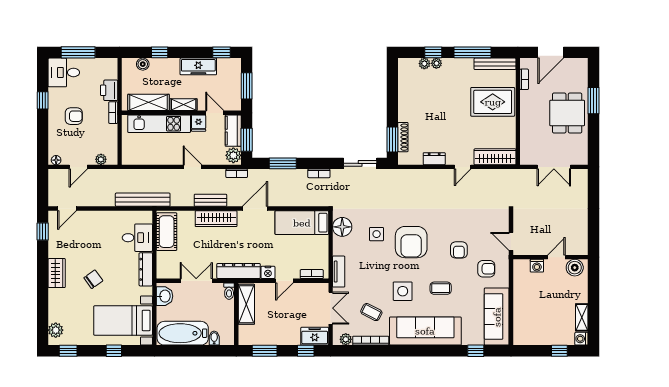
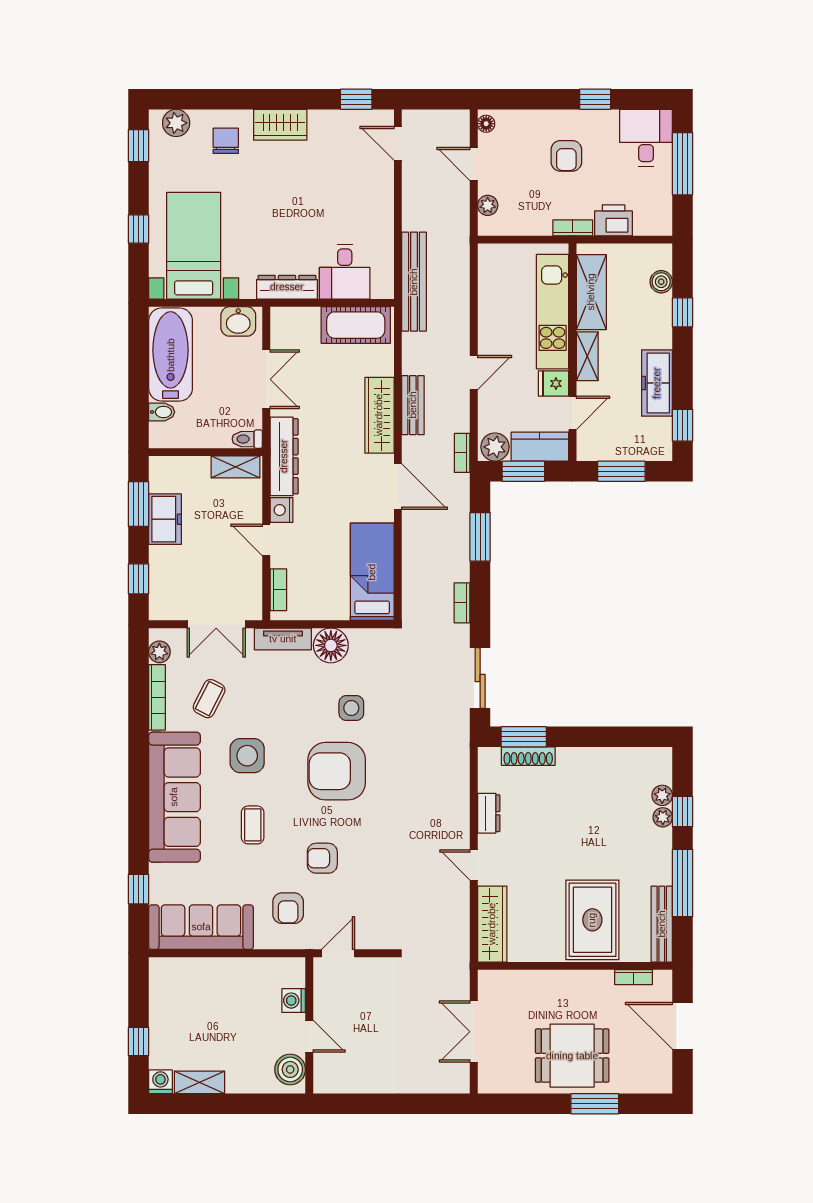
floor lamp: (342, 227) -> (331, 645), moved
chair: (93, 279) -> (226, 141), moved, turned -144
shelving: (246, 304) -> (236, 467), width x0.67, depth x0.75
freezer: (315, 336) -> (165, 519), moved

